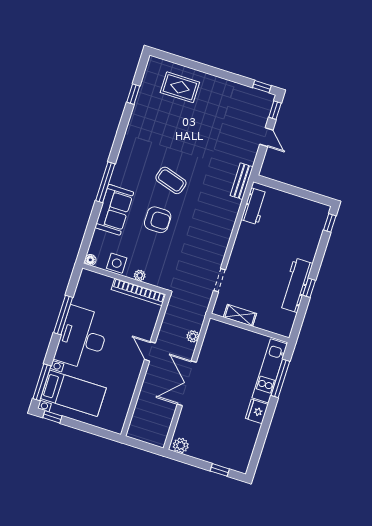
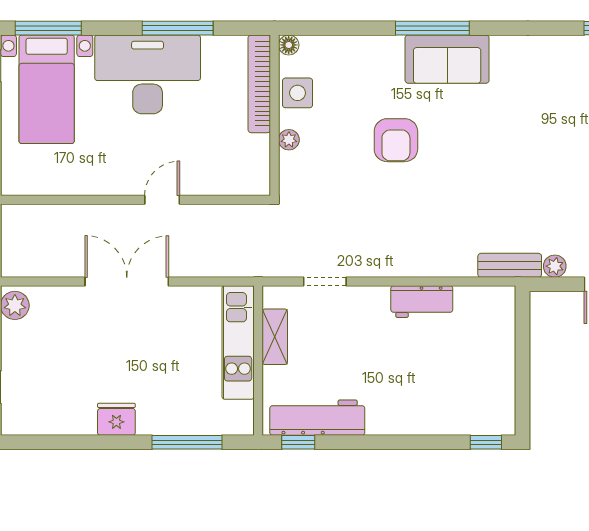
coffee table: (171, 180) -> (472, 142), removed
workbench: (254, 206) -> (422, 302), moved
sofa: (114, 210) -> (447, 59), moved
workbench: (296, 285) -> (317, 418), moved
window: (309, 288) -> (298, 442), moved
bookcase: (138, 292) -> (259, 84), moved
plant: (193, 336) -> (555, 266), moved
kitchen unit: (270, 371) -> (238, 342), moved, turned -90

